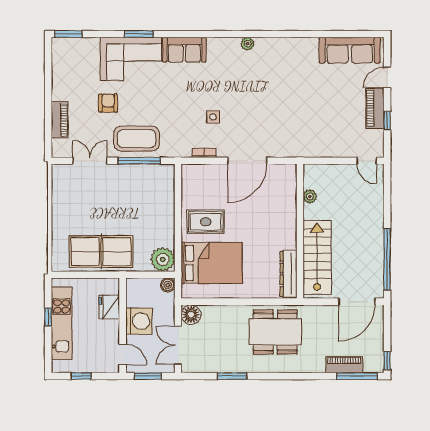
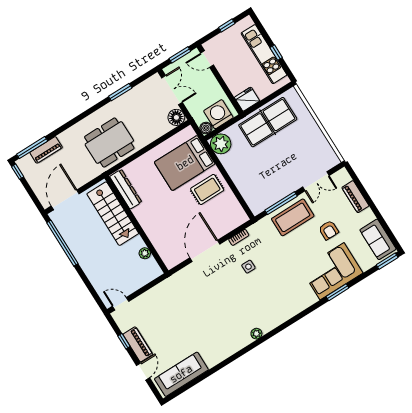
sofa: (184, 50) -> (378, 239), moved, turned -90
fridge: (109, 307) -> (247, 99), moved, turned -90
washing machine: (139, 321) -> (218, 114), moved, turned 90

